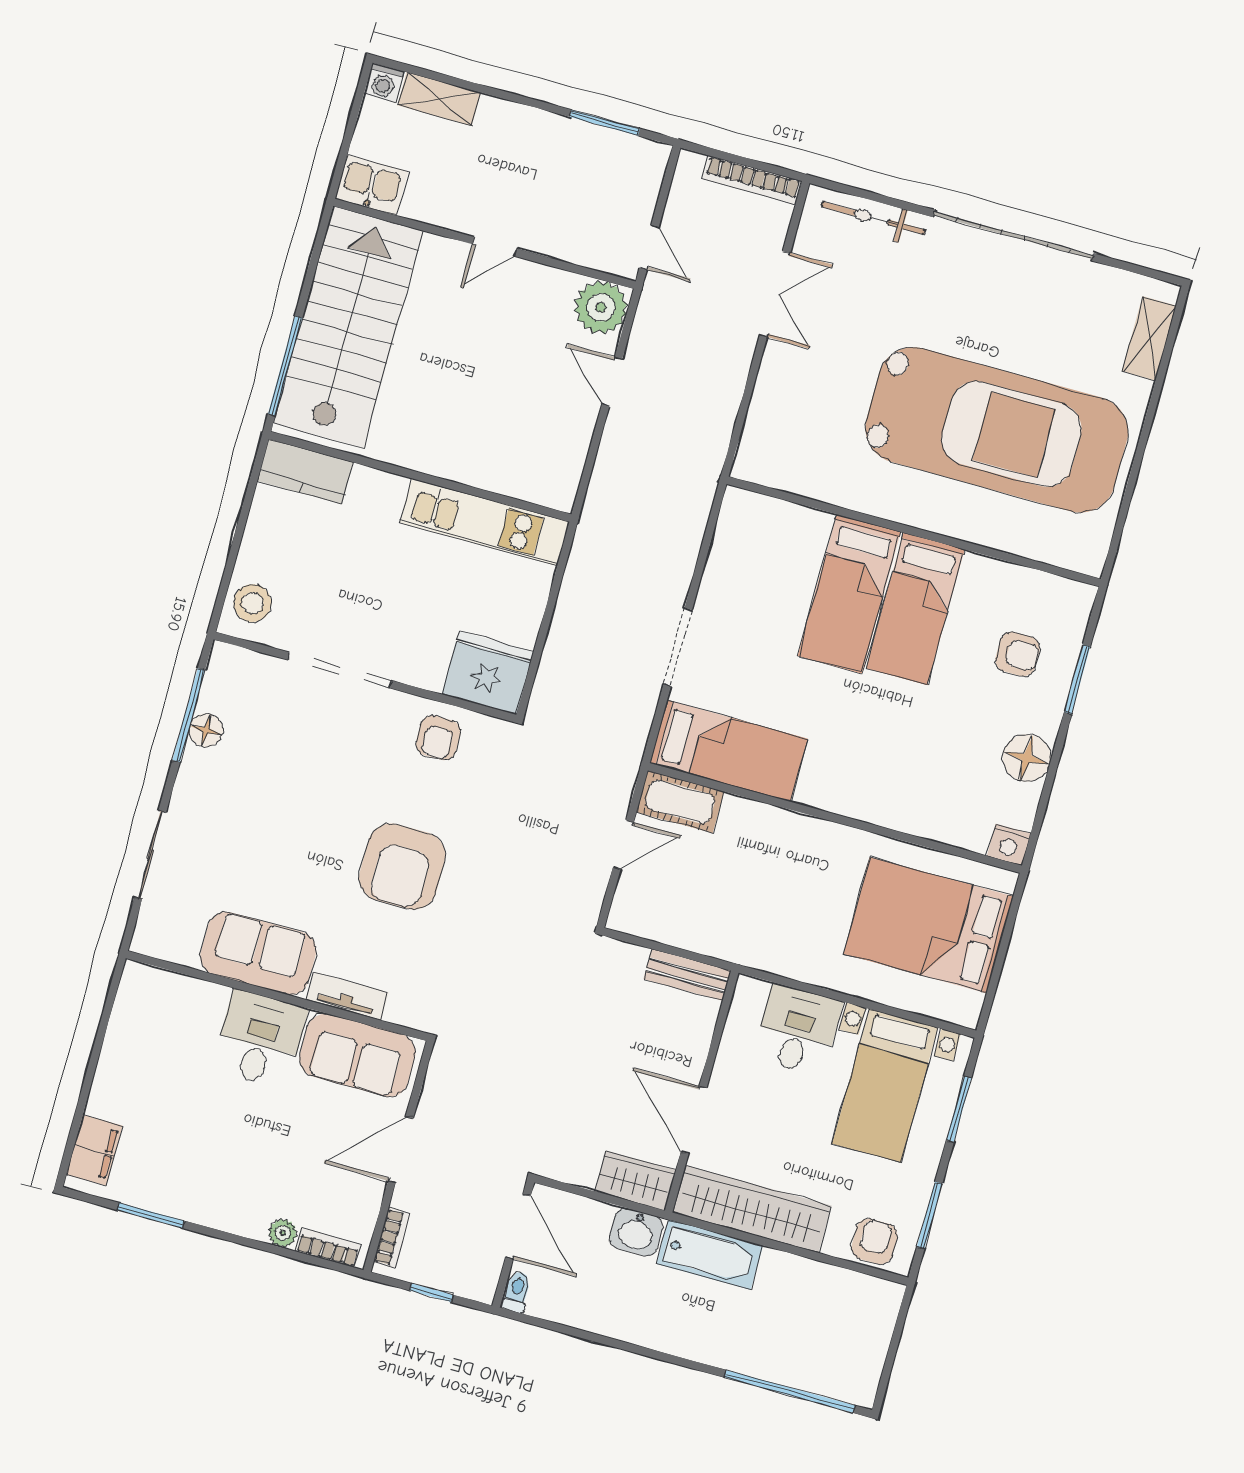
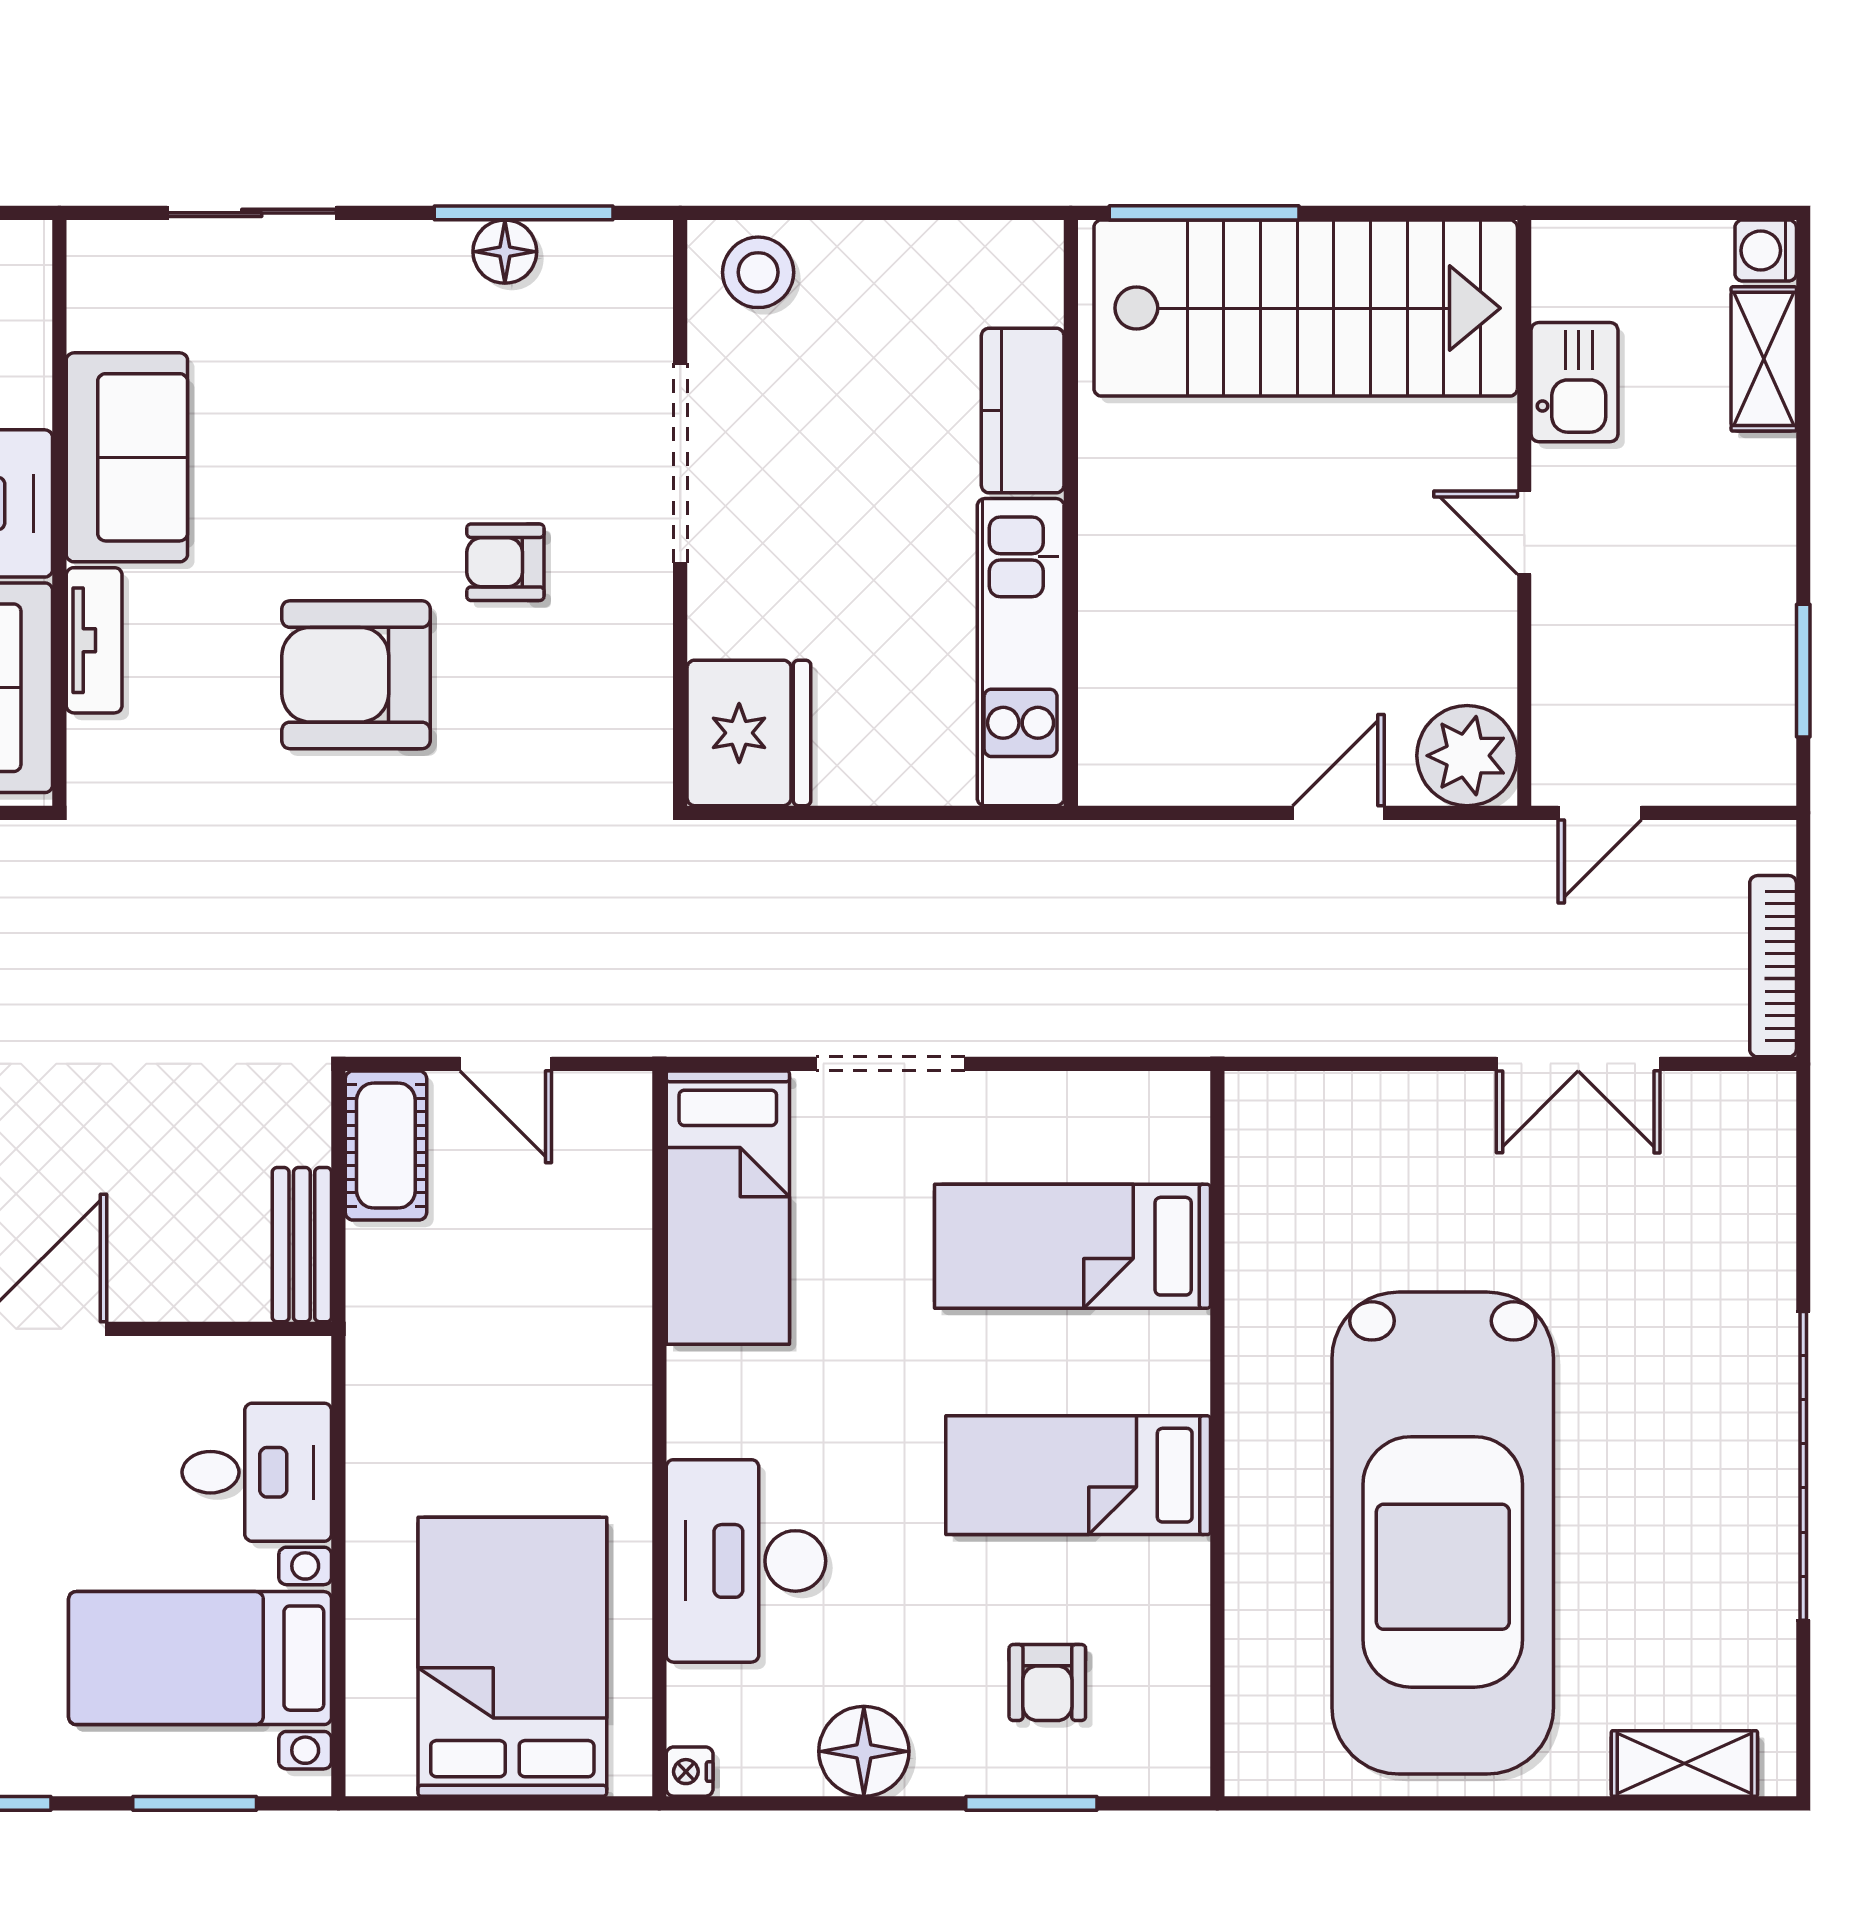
kitchen sink: (372, 185) -> (1574, 382), moved
bicycle: (873, 218) -> (1765, 1204), removed
kitchen counter: (305, 471) -> (1023, 411), moved
bed: (849, 594) -> (1072, 1246), moved
armchair: (438, 738) -> (505, 562), moved
desk: (912, 792) -> (746, 1561), added
cot: (680, 802) -> (386, 1145), moved
nightstand: (1009, 845) -> (690, 1772), width x0.72, depth x0.74

